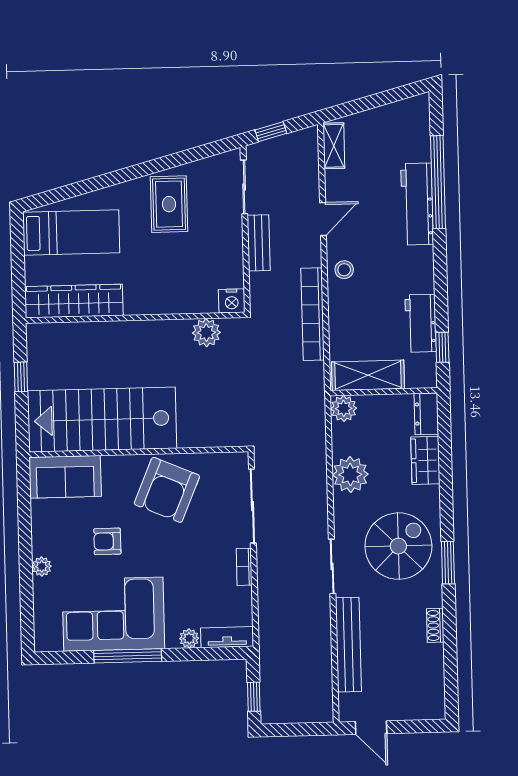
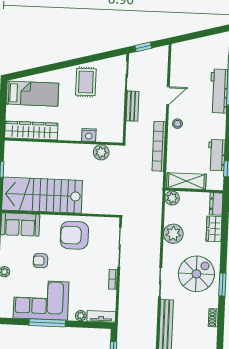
shelving: (334, 146) -> (176, 57), removed
nightstand: (232, 301) -> (89, 135), moved
armchair: (167, 490) -> (74, 235), turned 67

